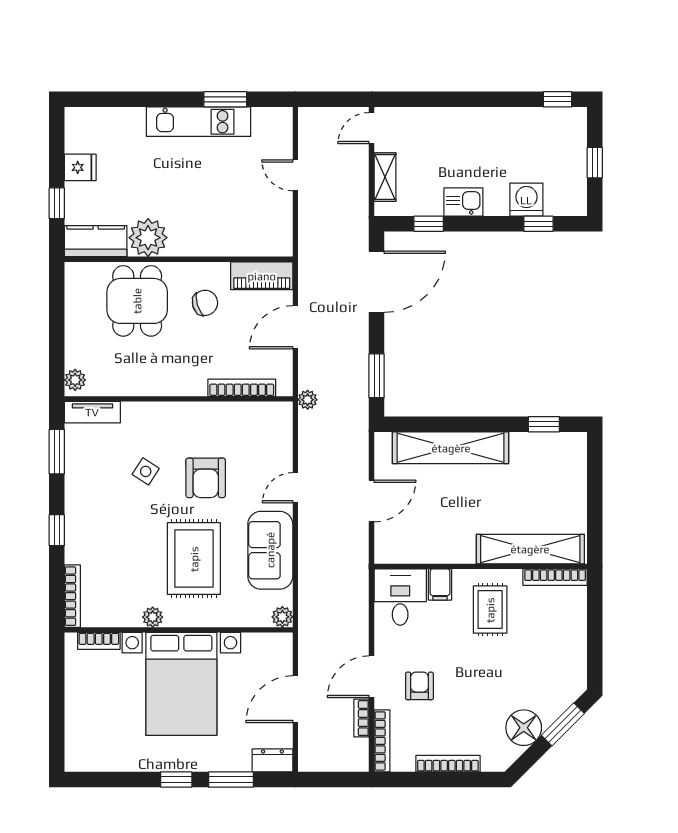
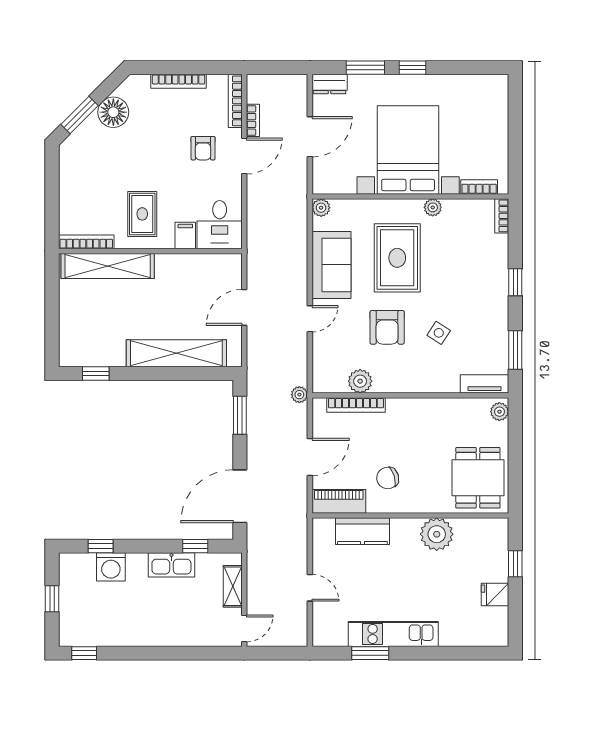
kitchen sink: (463, 202) -> (171, 565), width x1.38
kitchen counter: (96, 241) -> (362, 531), moved
dining table: (137, 301) -> (478, 478), moved
plant: (237, 415) -> (360, 381), added
armchair: (206, 478) -> (387, 327), turned 180
bookcase: (72, 596) -> (502, 216), width x0.64

